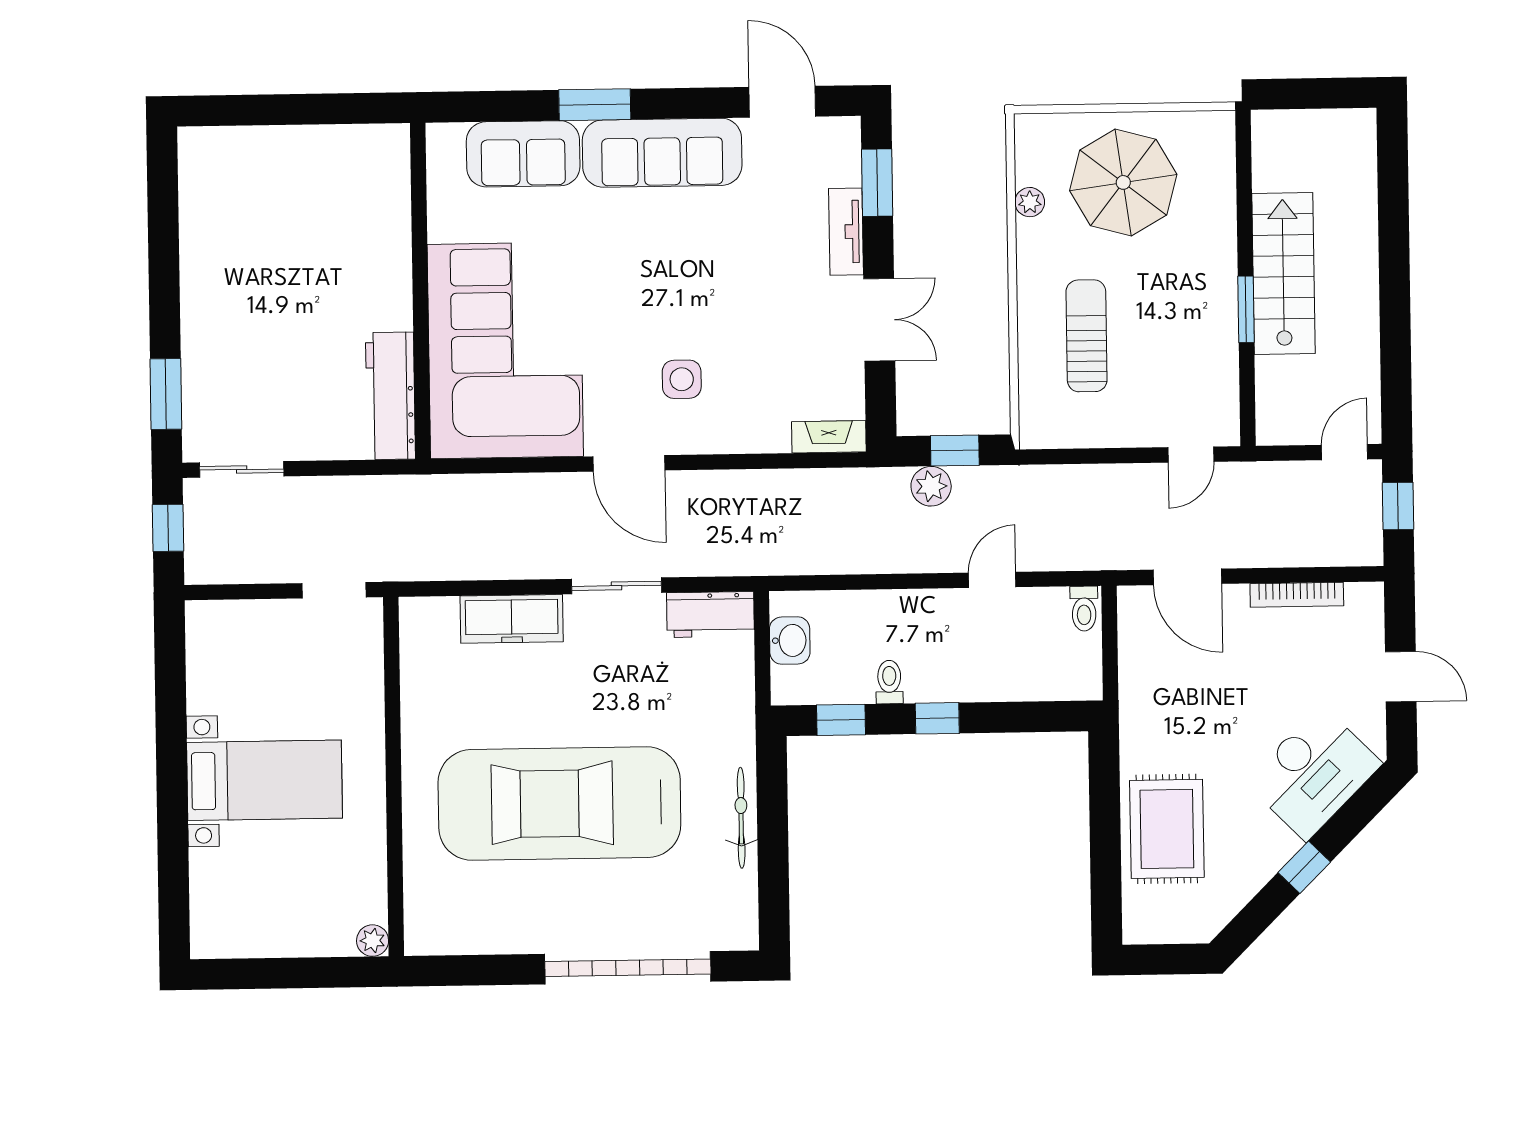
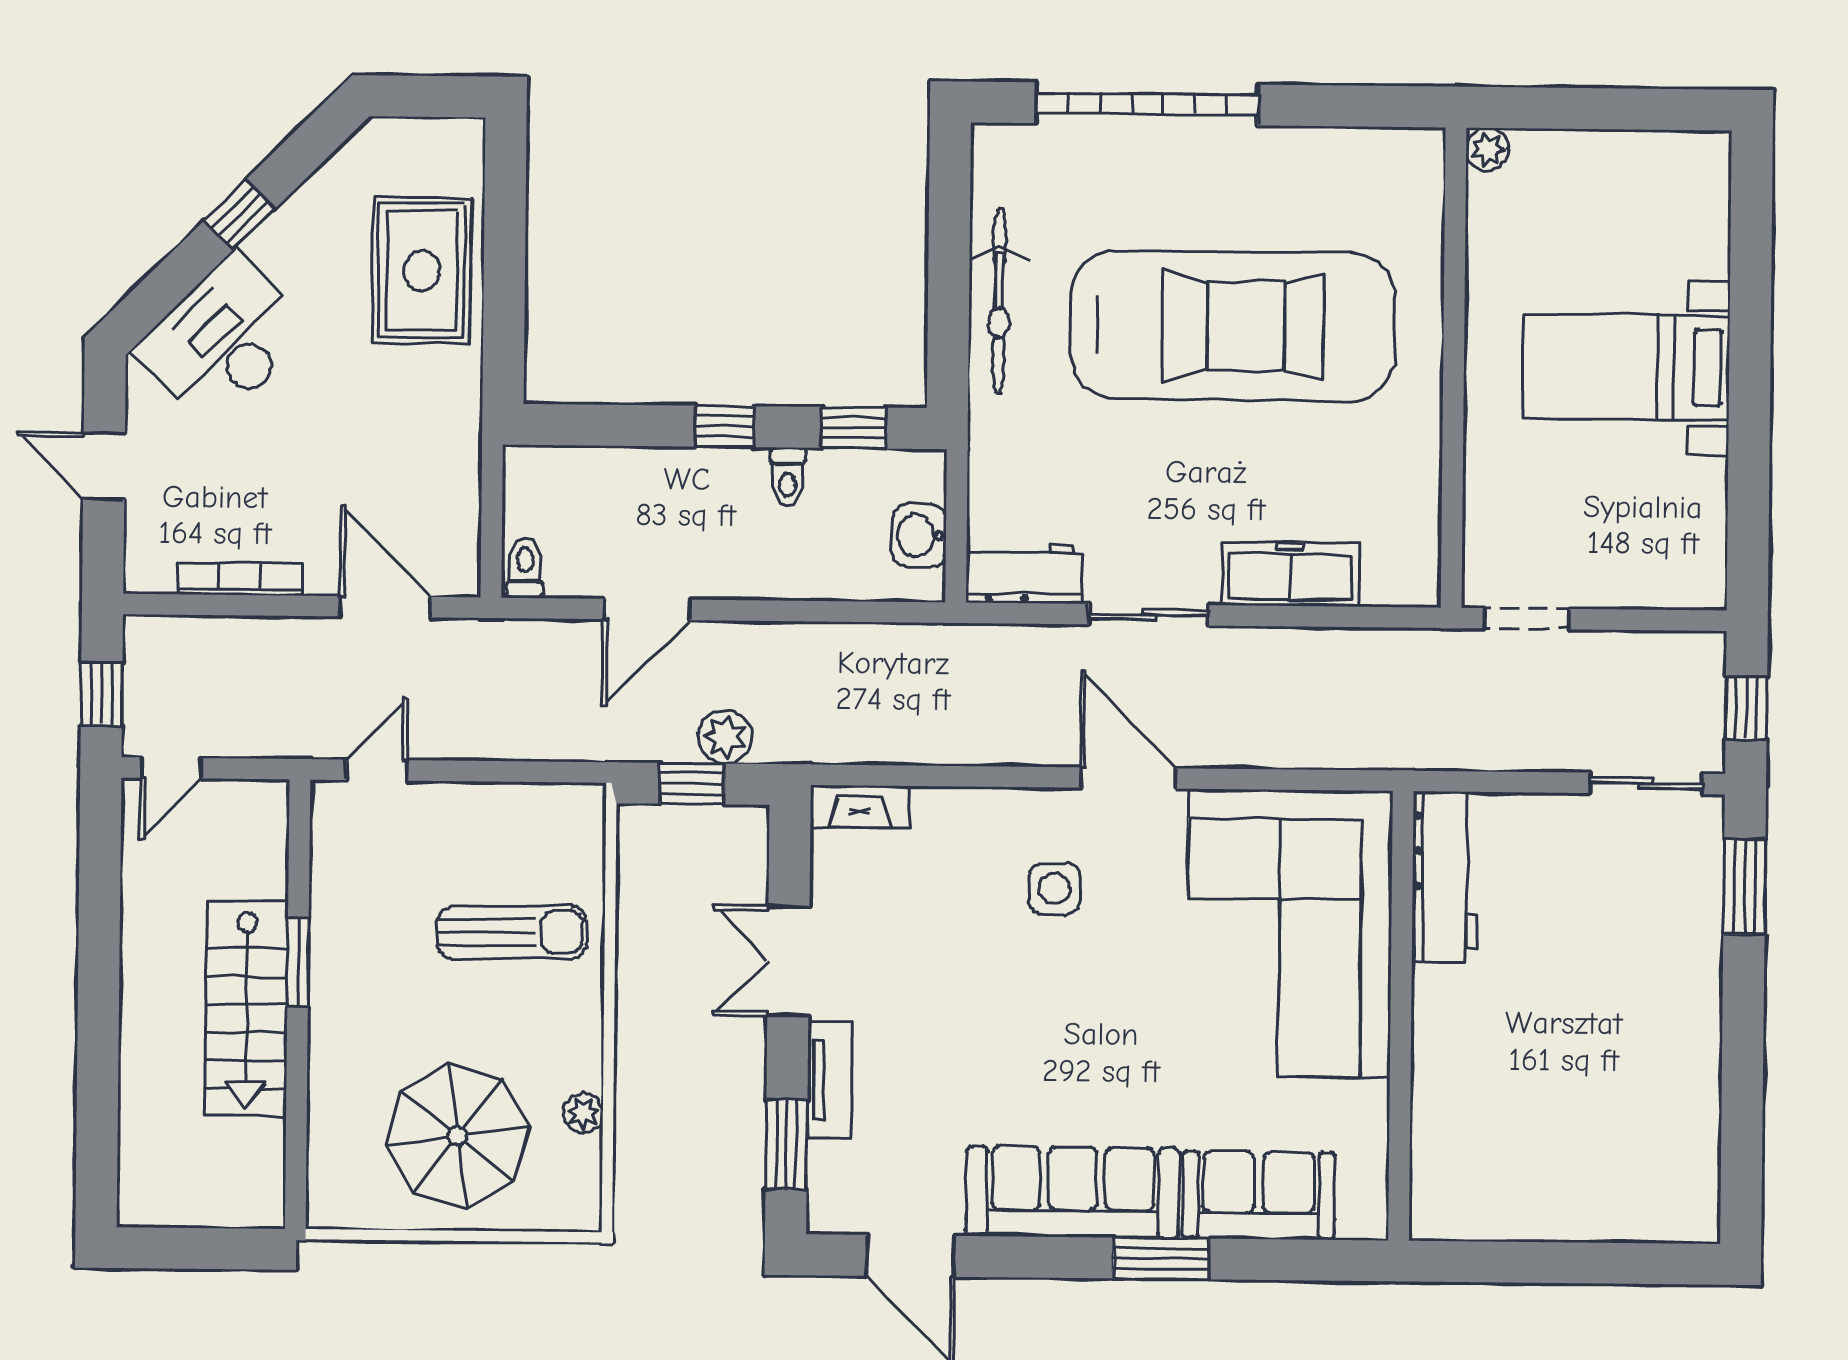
sun lounger: (1087, 336) -> (512, 932), turned -91
door: (992, 580) -> (647, 609), width x1.38
bicycle: (741, 818) -> (999, 301), width x1.37, depth x1.40

